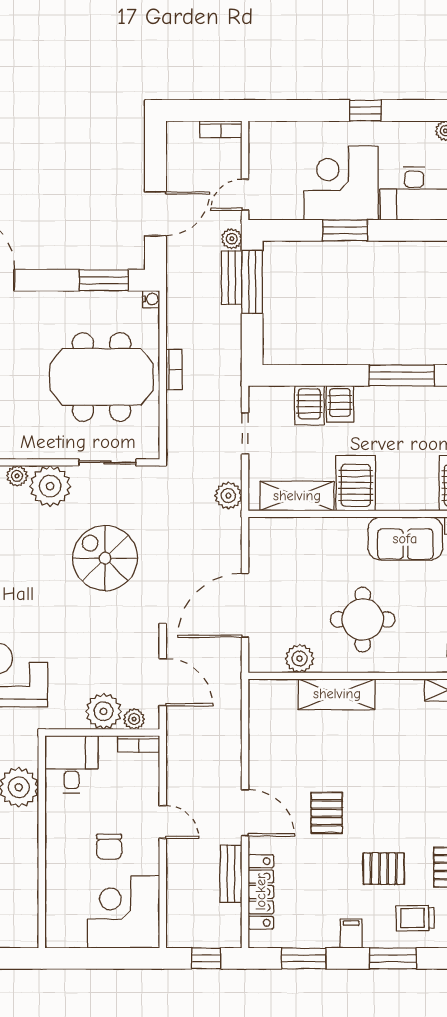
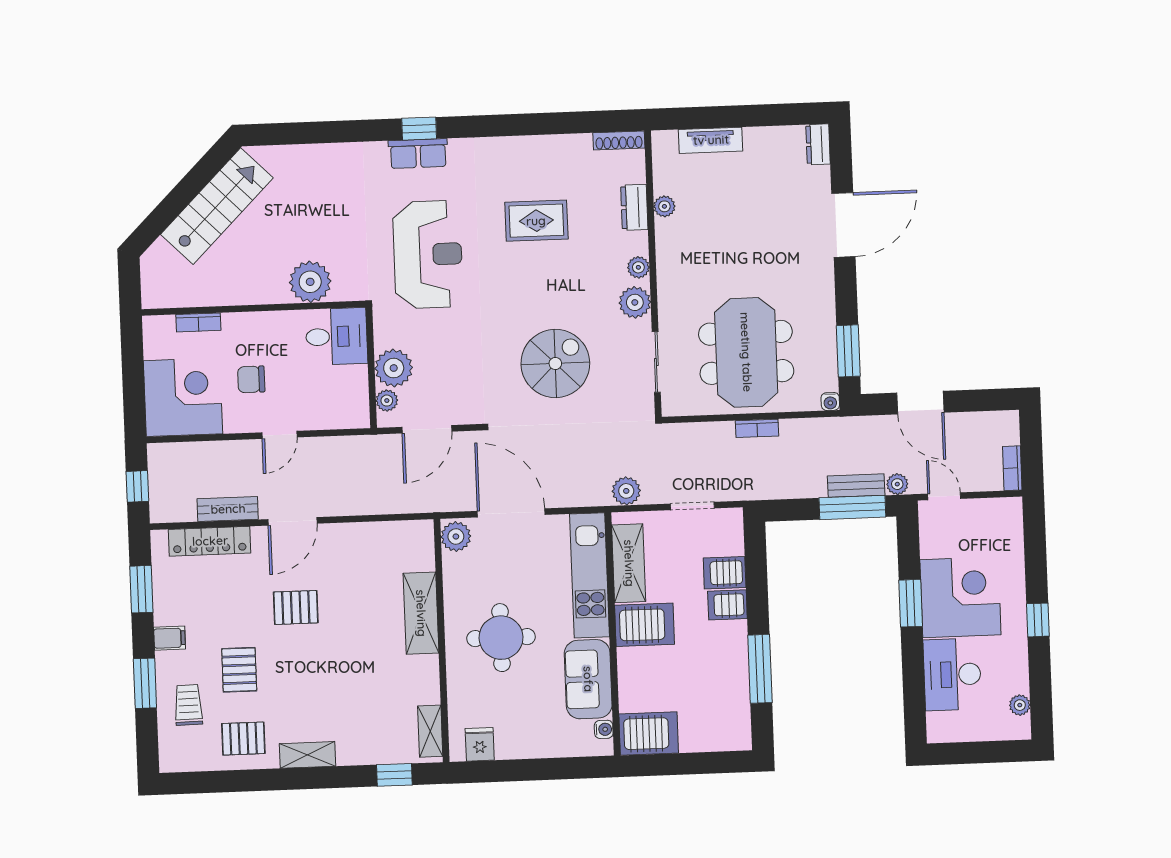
plant: (50, 486) -> (635, 302), width x0.73, depth x0.73
kitchen unit: (307, 534) -> (589, 575), added
plant: (299, 659) -> (456, 537), moved
bookcase: (139, 744) -> (198, 322), moved, turned -90

